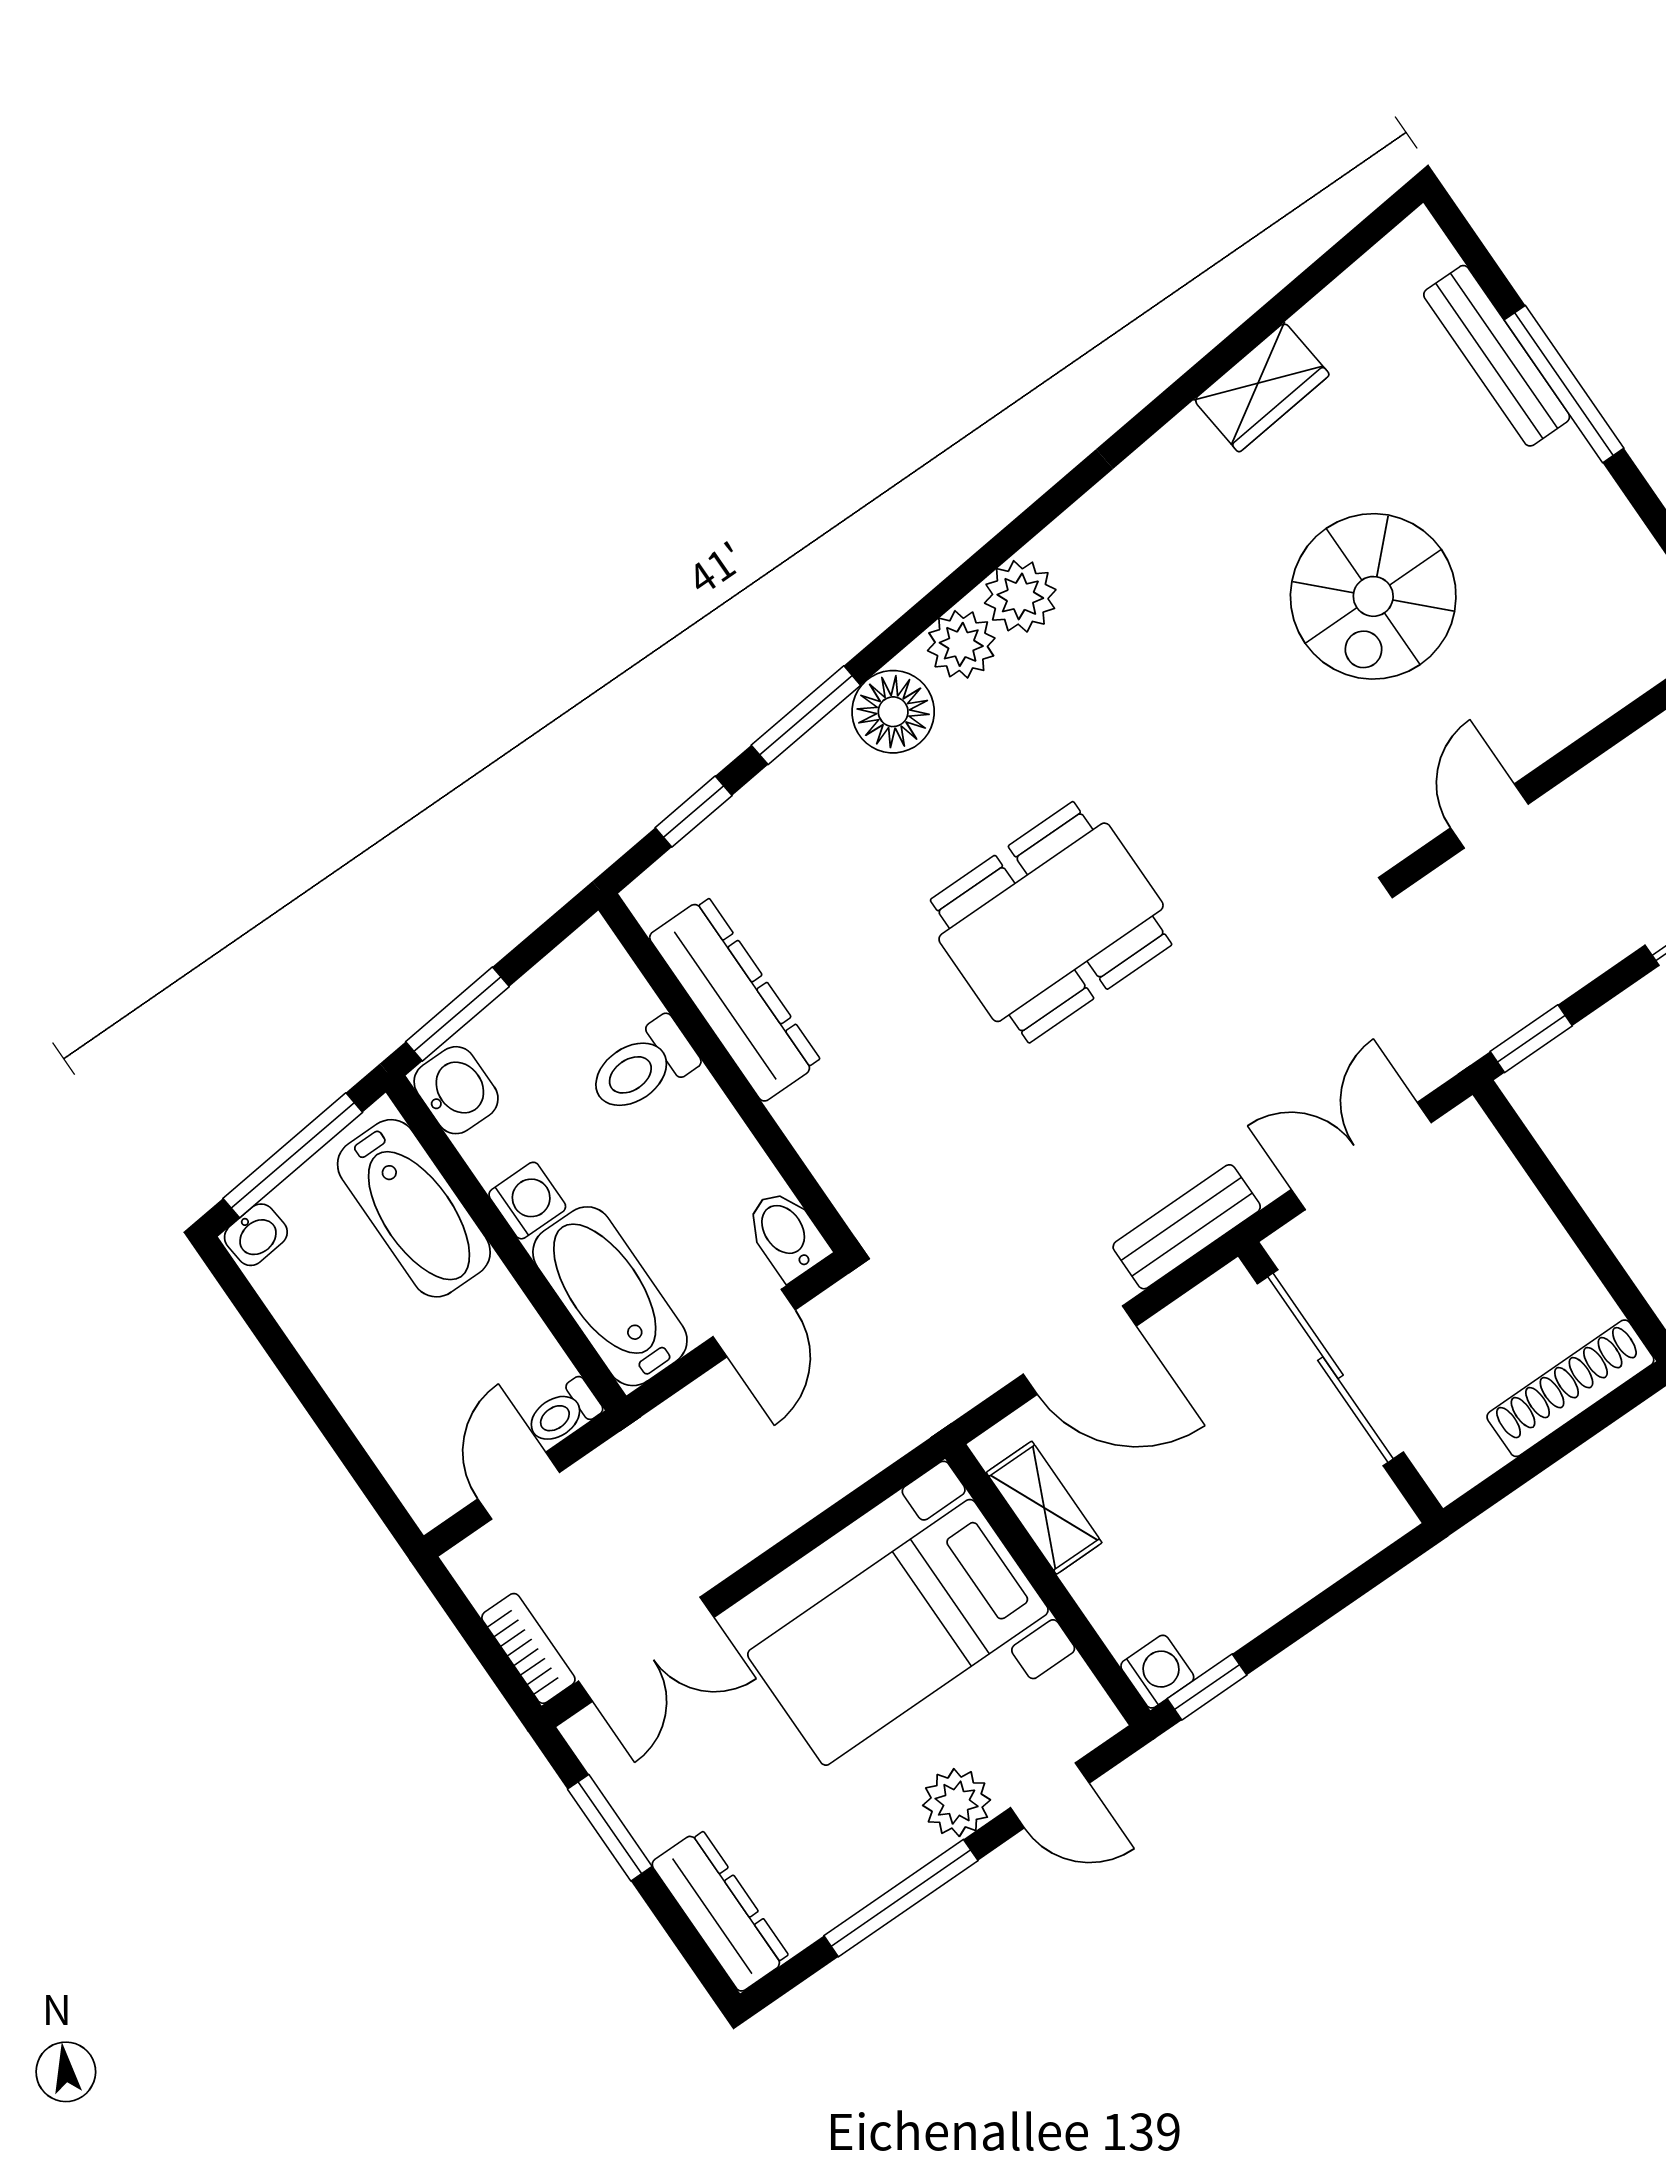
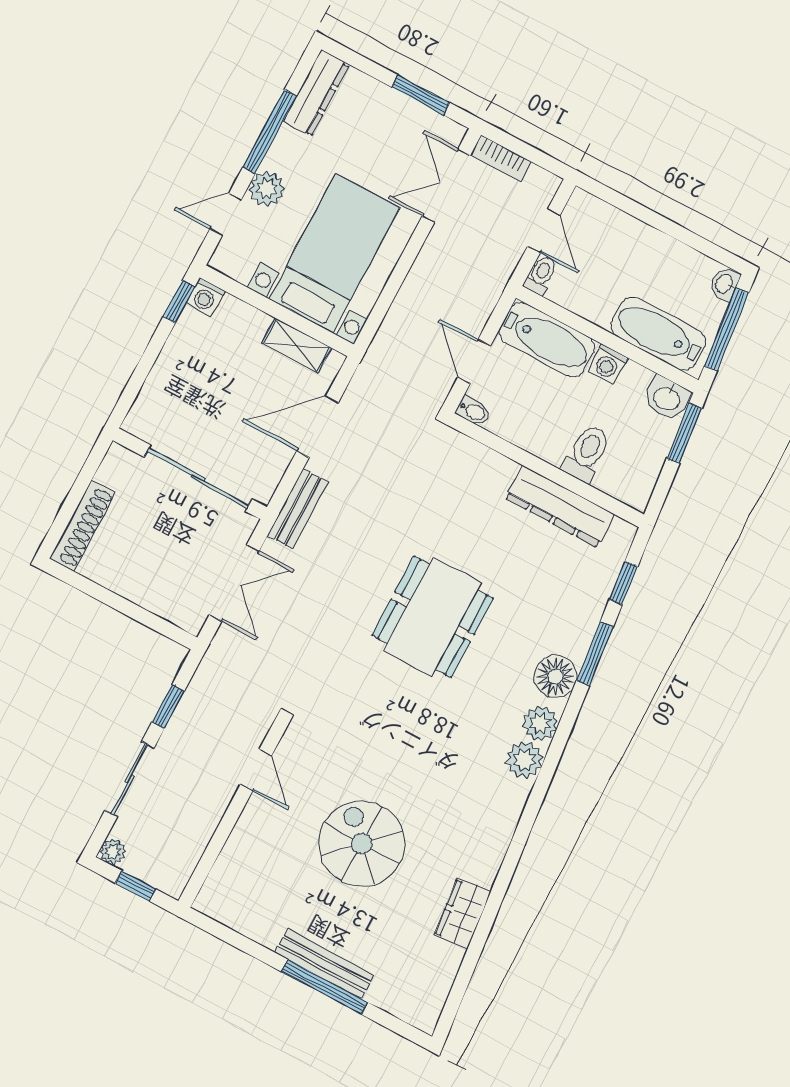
bench: (1497, 356) -> (324, 964), moved
window: (1531, 1039) -> (168, 707), moved
bidet: (786, 1234) -> (473, 411), width x0.72, depth x0.74
dresser: (720, 1911) -> (316, 93), moved, turned -90

